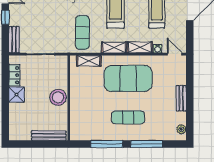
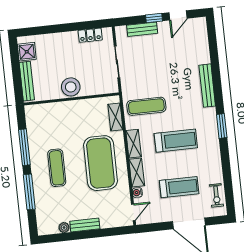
bench: (14, 40) -> (142, 29), moved
shower: (17, 95) -> (27, 52), moved
plant: (181, 129) -> (64, 227), moved

